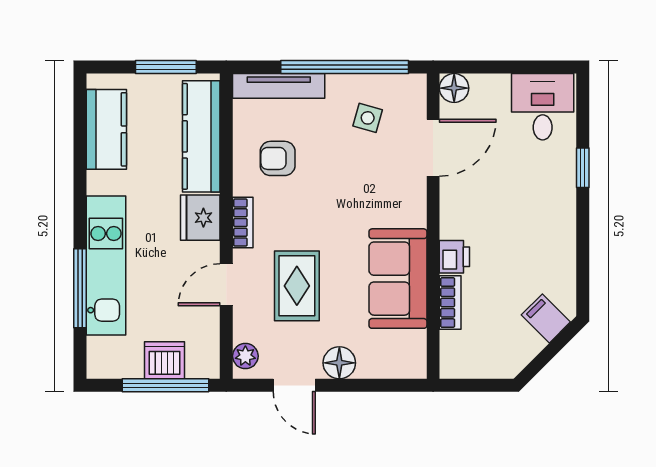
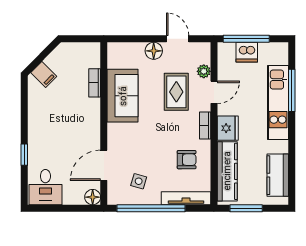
printer: (454, 257) -> (92, 107), removed
plant: (245, 356) -> (204, 71), moved

